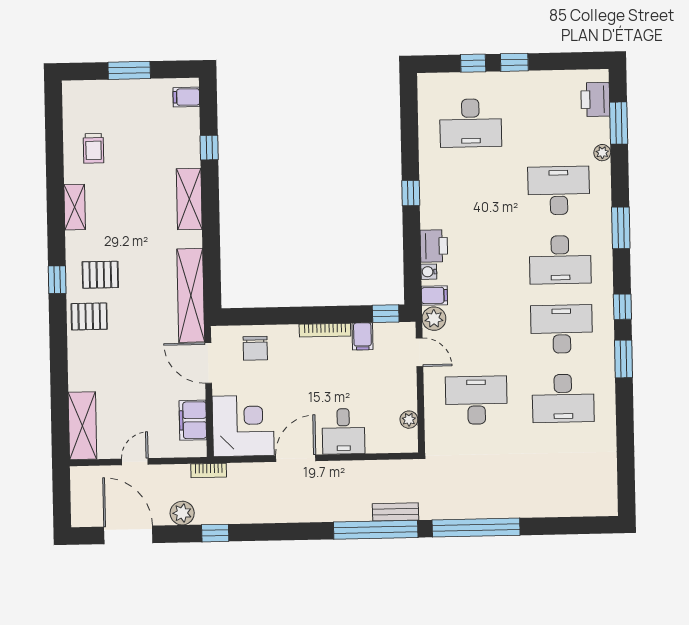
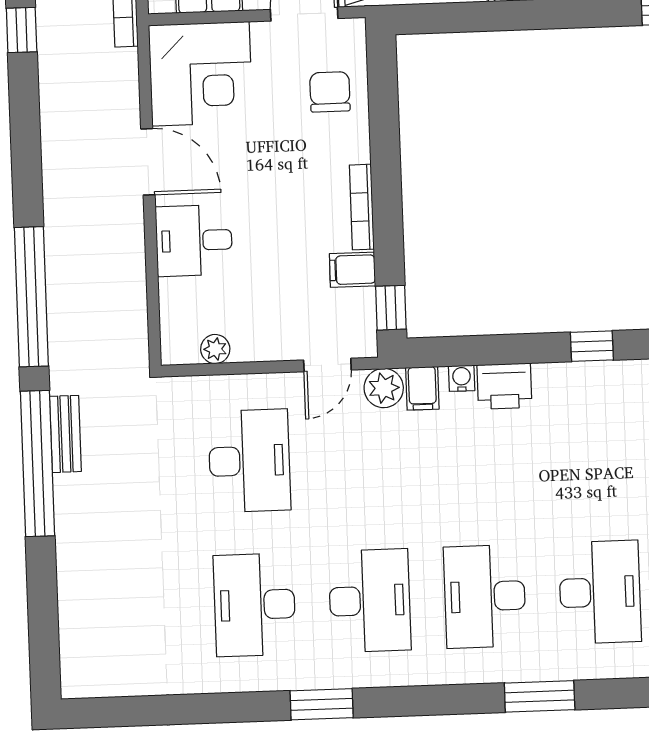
window: (622, 307) -> (408, 701), removed
chair: (255, 348) -> (330, 92), turned 90
bench: (395, 512) -> (65, 434), moved

